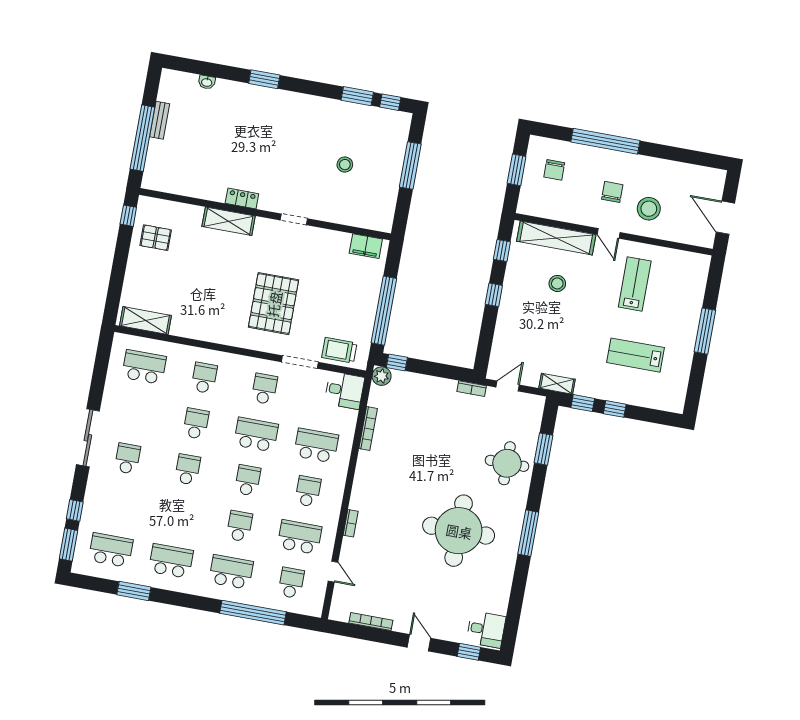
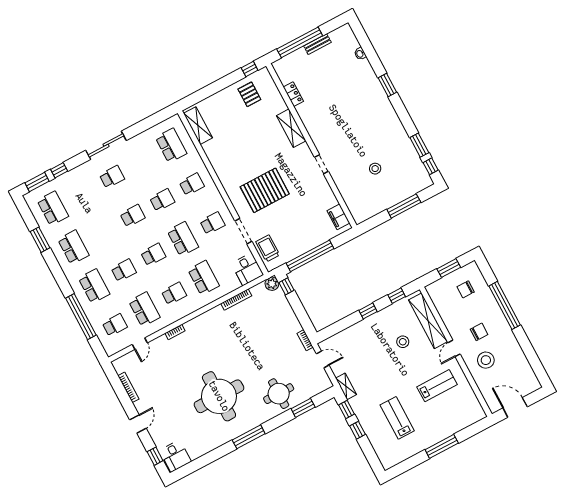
locker: (242, 198) -> (293, 94), moved
door: (725, 218) -> (515, 407), hinge flipped

